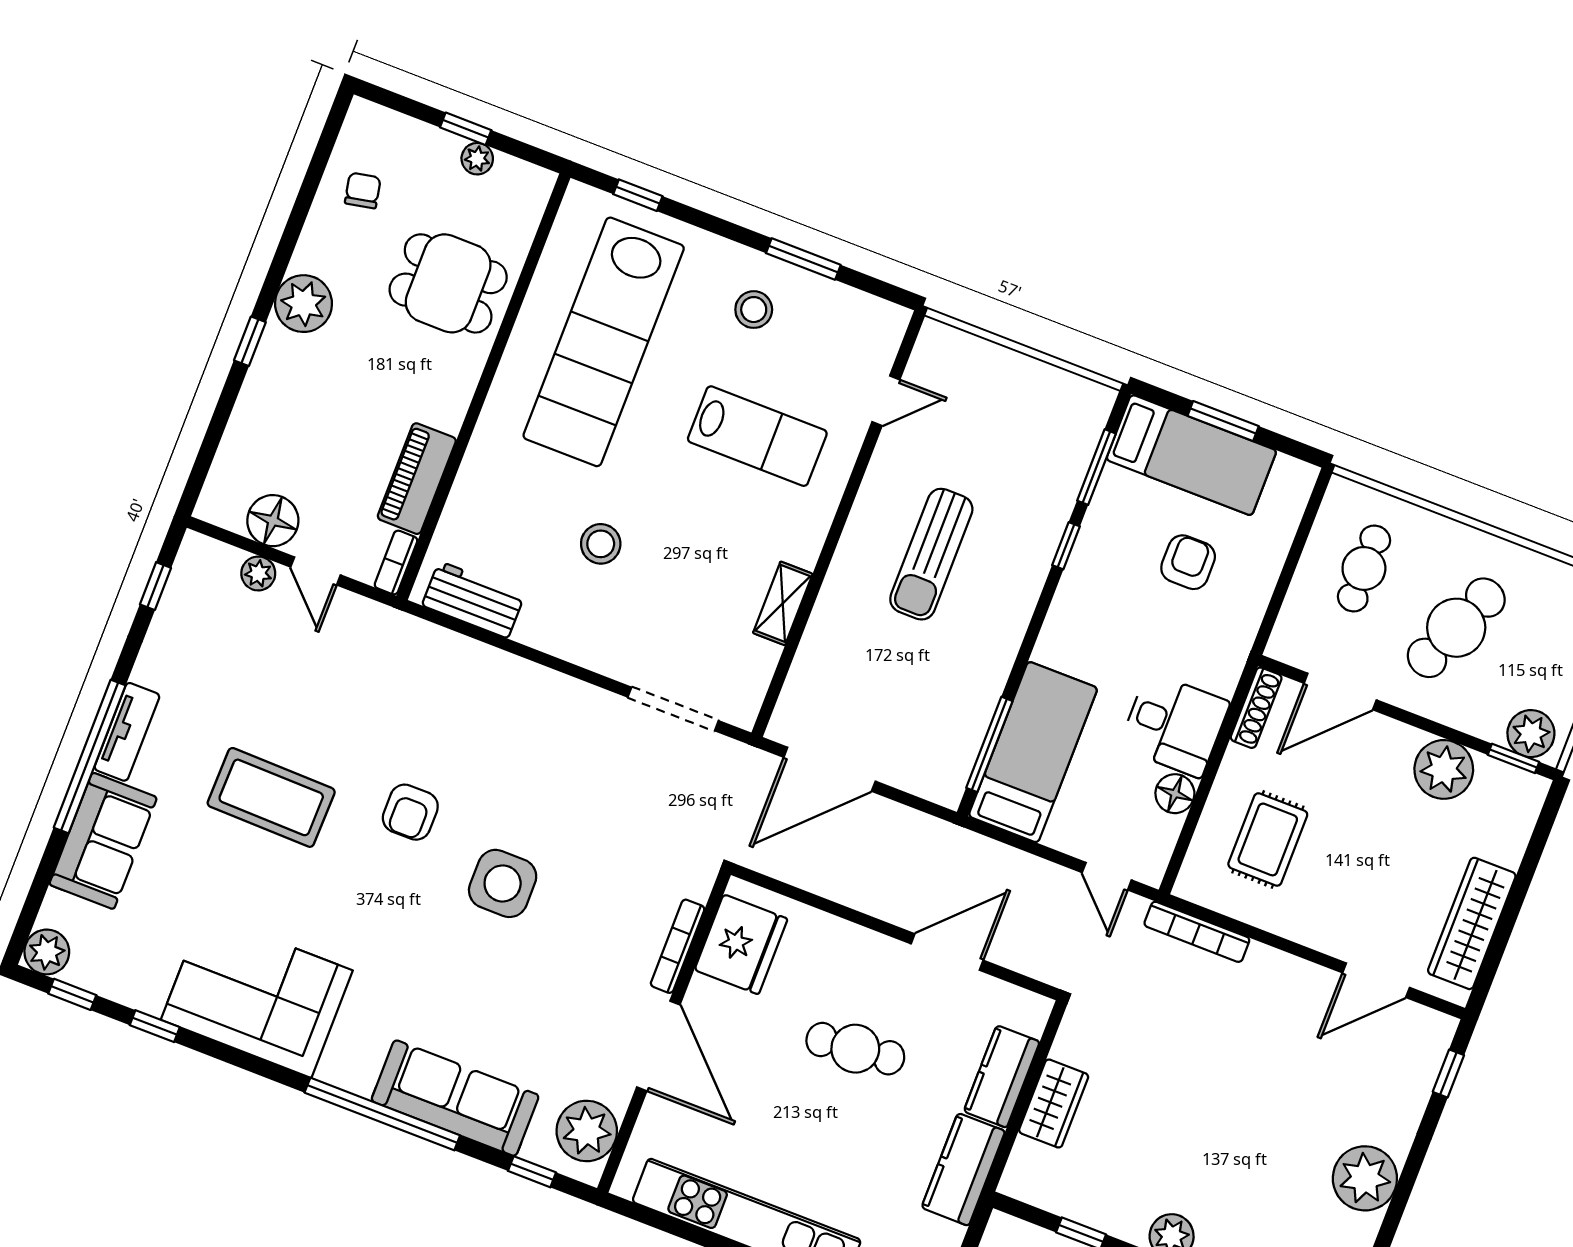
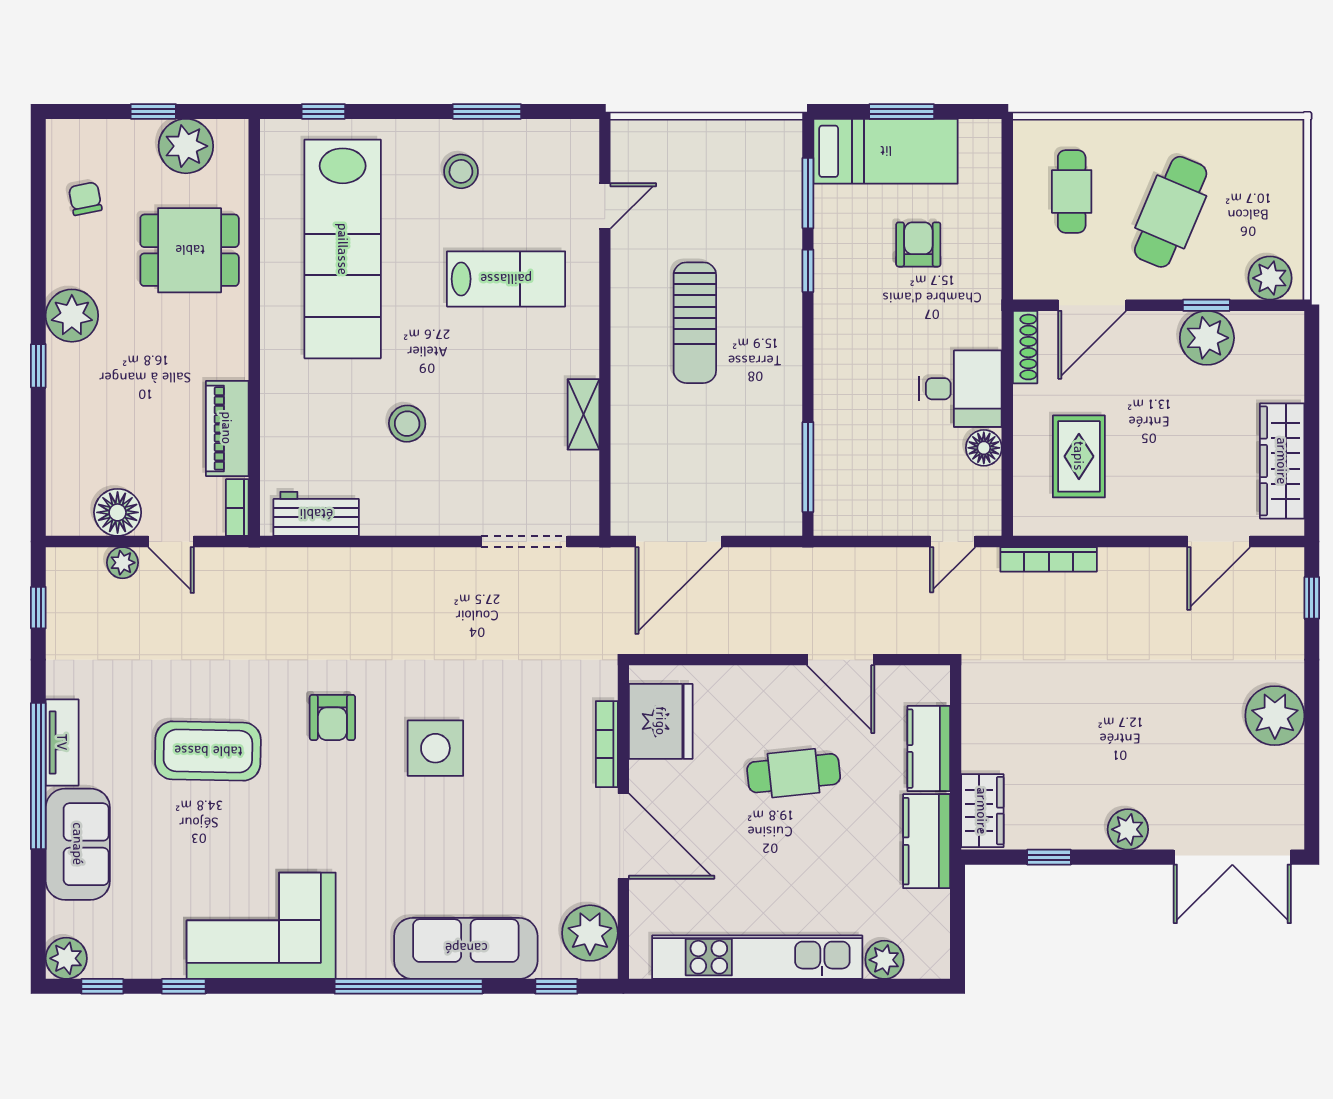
plant: (477, 159) -> (186, 146), width x1.88, depth x1.88
bed: (1033, 752) -> (848, 459), removed
window: (1513, 758) -> (1206, 305), moved
door: (1107, 876) -> (953, 541), hinge flipped
door: (947, 952) -> (841, 660), swing flipped
wardrobe: (1054, 1104) -> (982, 811), moved

